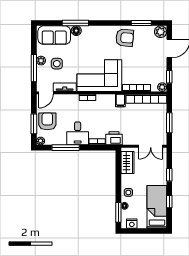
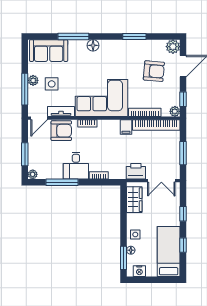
window: (141, 23) -> (134, 36), moved
floor lamp: (76, 31) -> (93, 45), moved
armchair: (125, 38) -> (154, 71), moved
armchair: (47, 121) -> (61, 131), moved, turned 90
printer: (114, 138) -> (136, 171), moved

